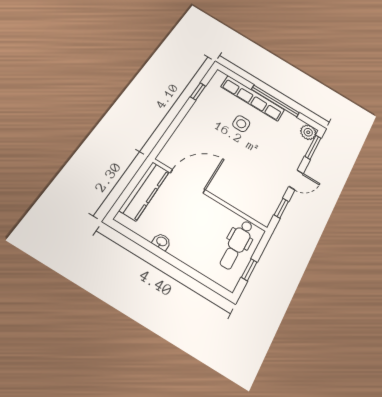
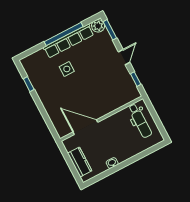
row of seats: (253, 98) -> (69, 41), moved
door: (188, 181) -> (85, 127), hinge flipped
kitchen counter: (144, 191) -> (80, 162), width x0.67
window: (249, 270) -> (158, 123), removed

